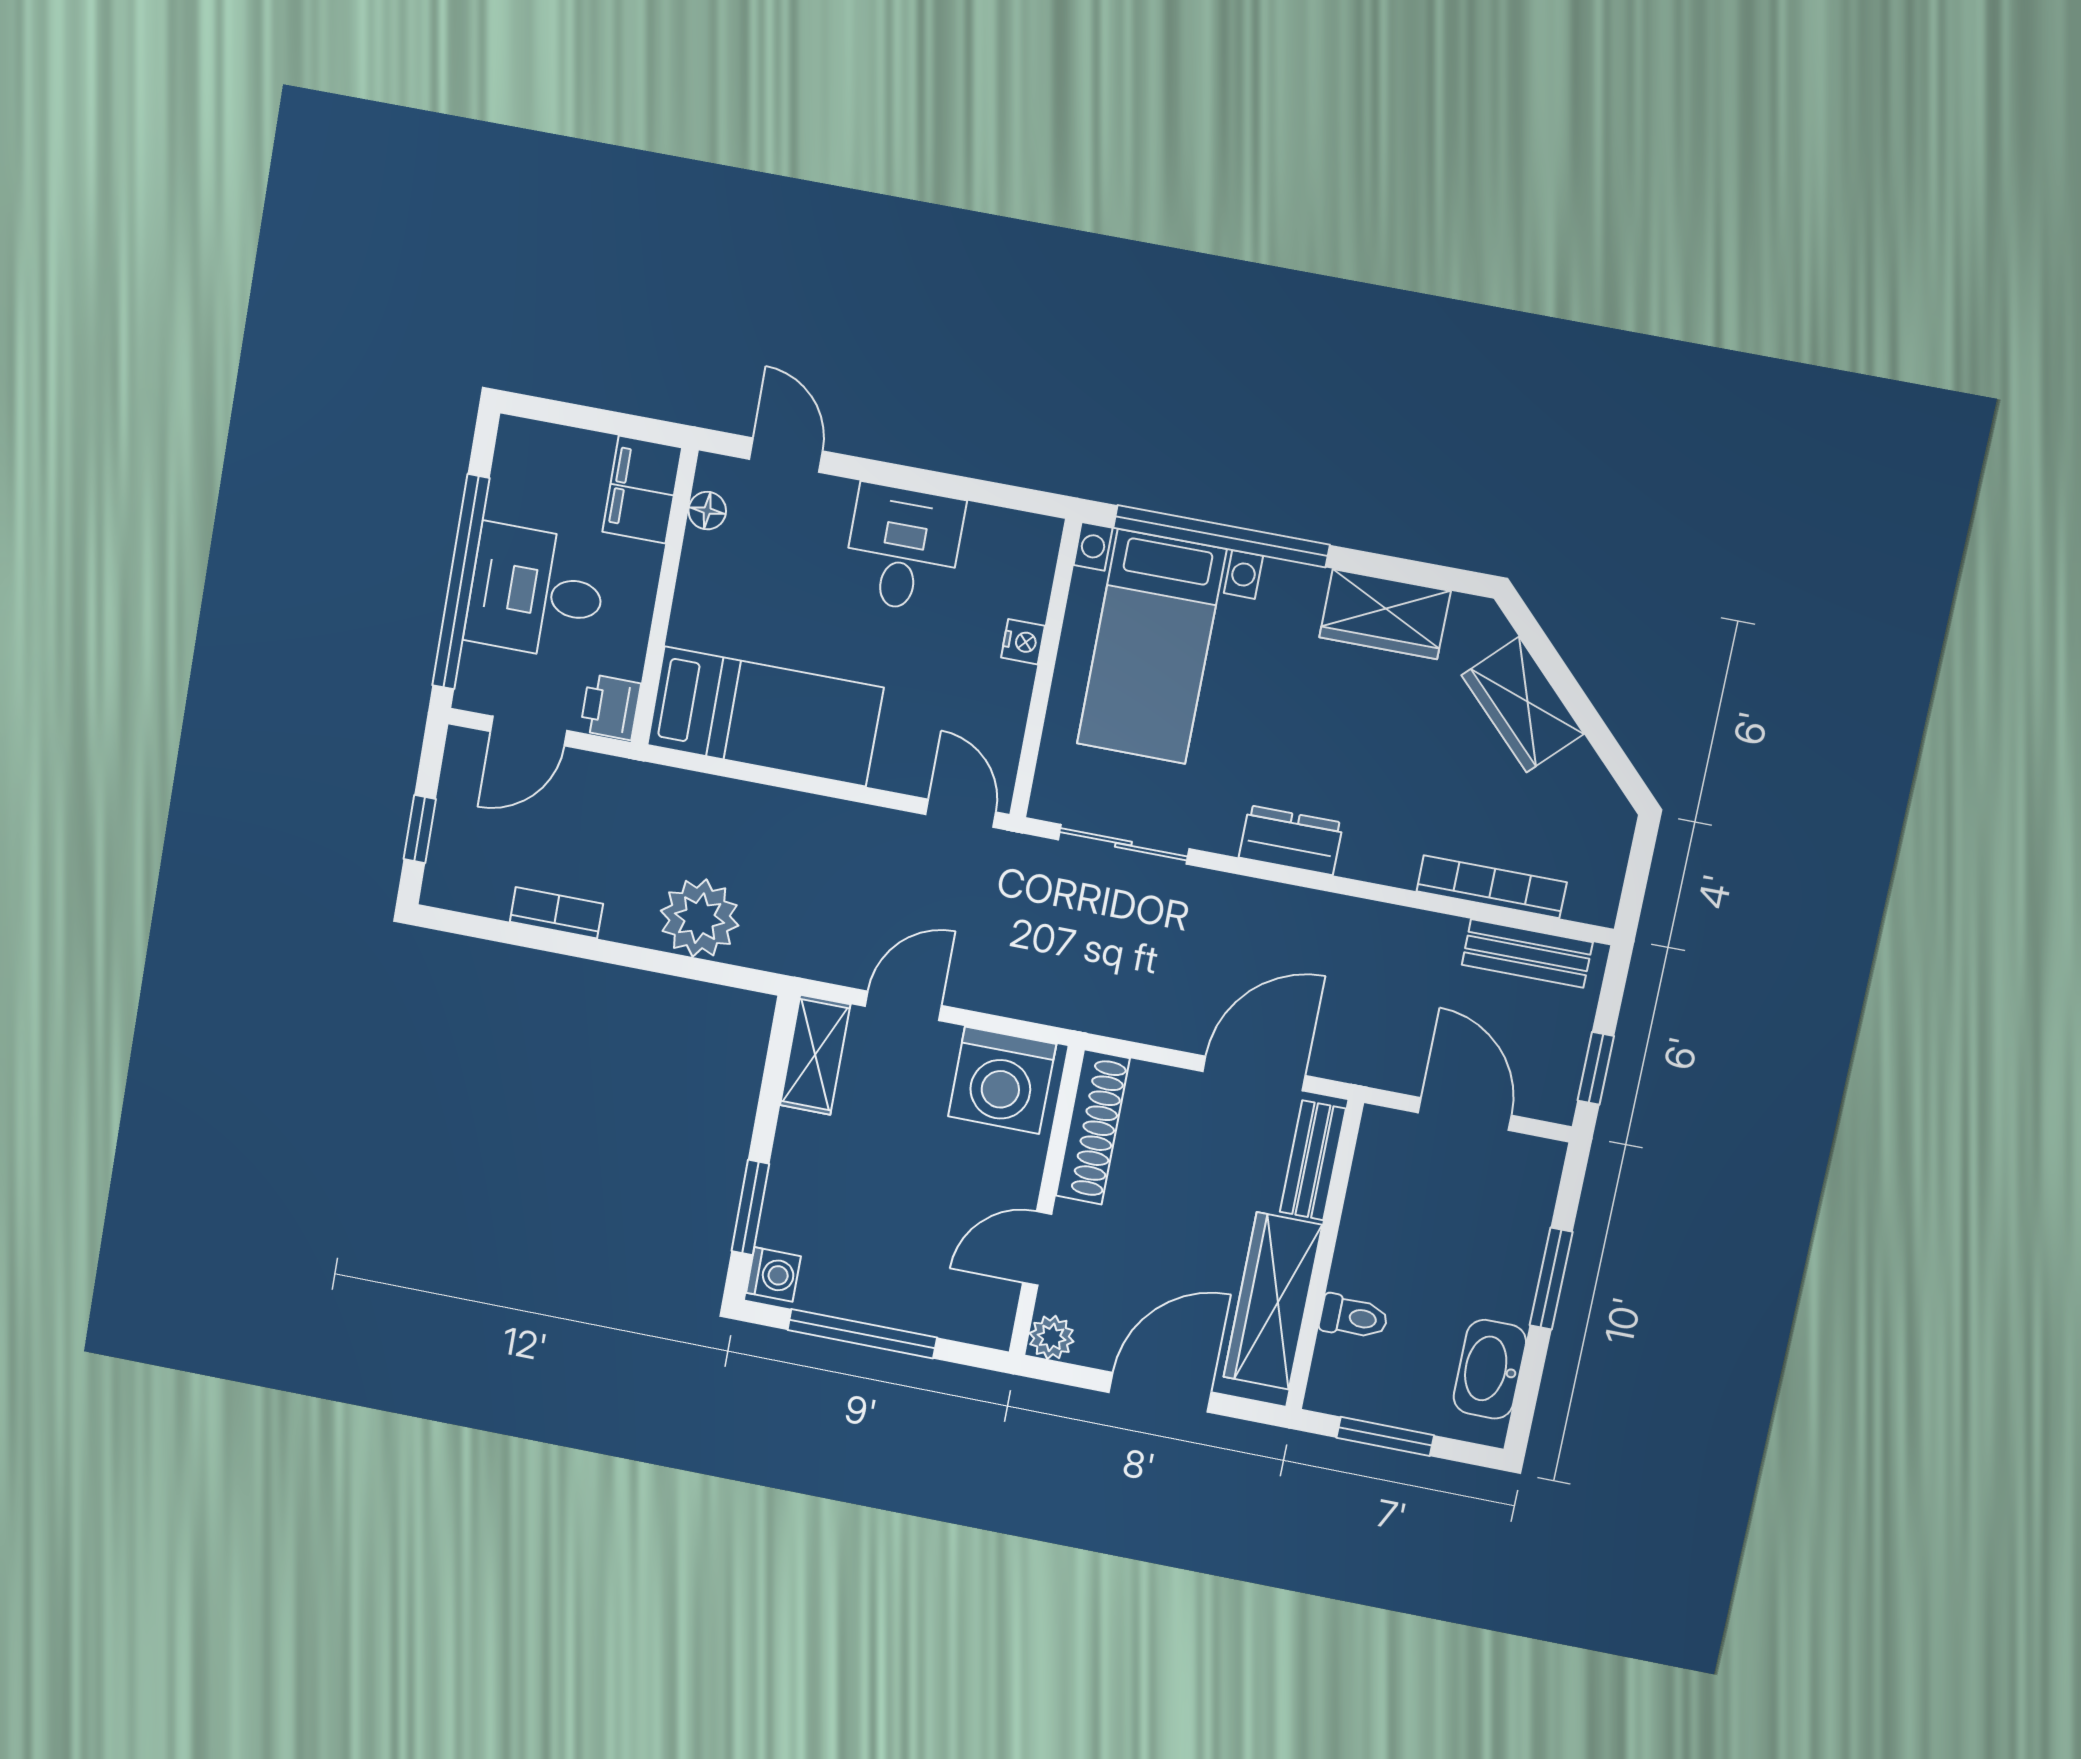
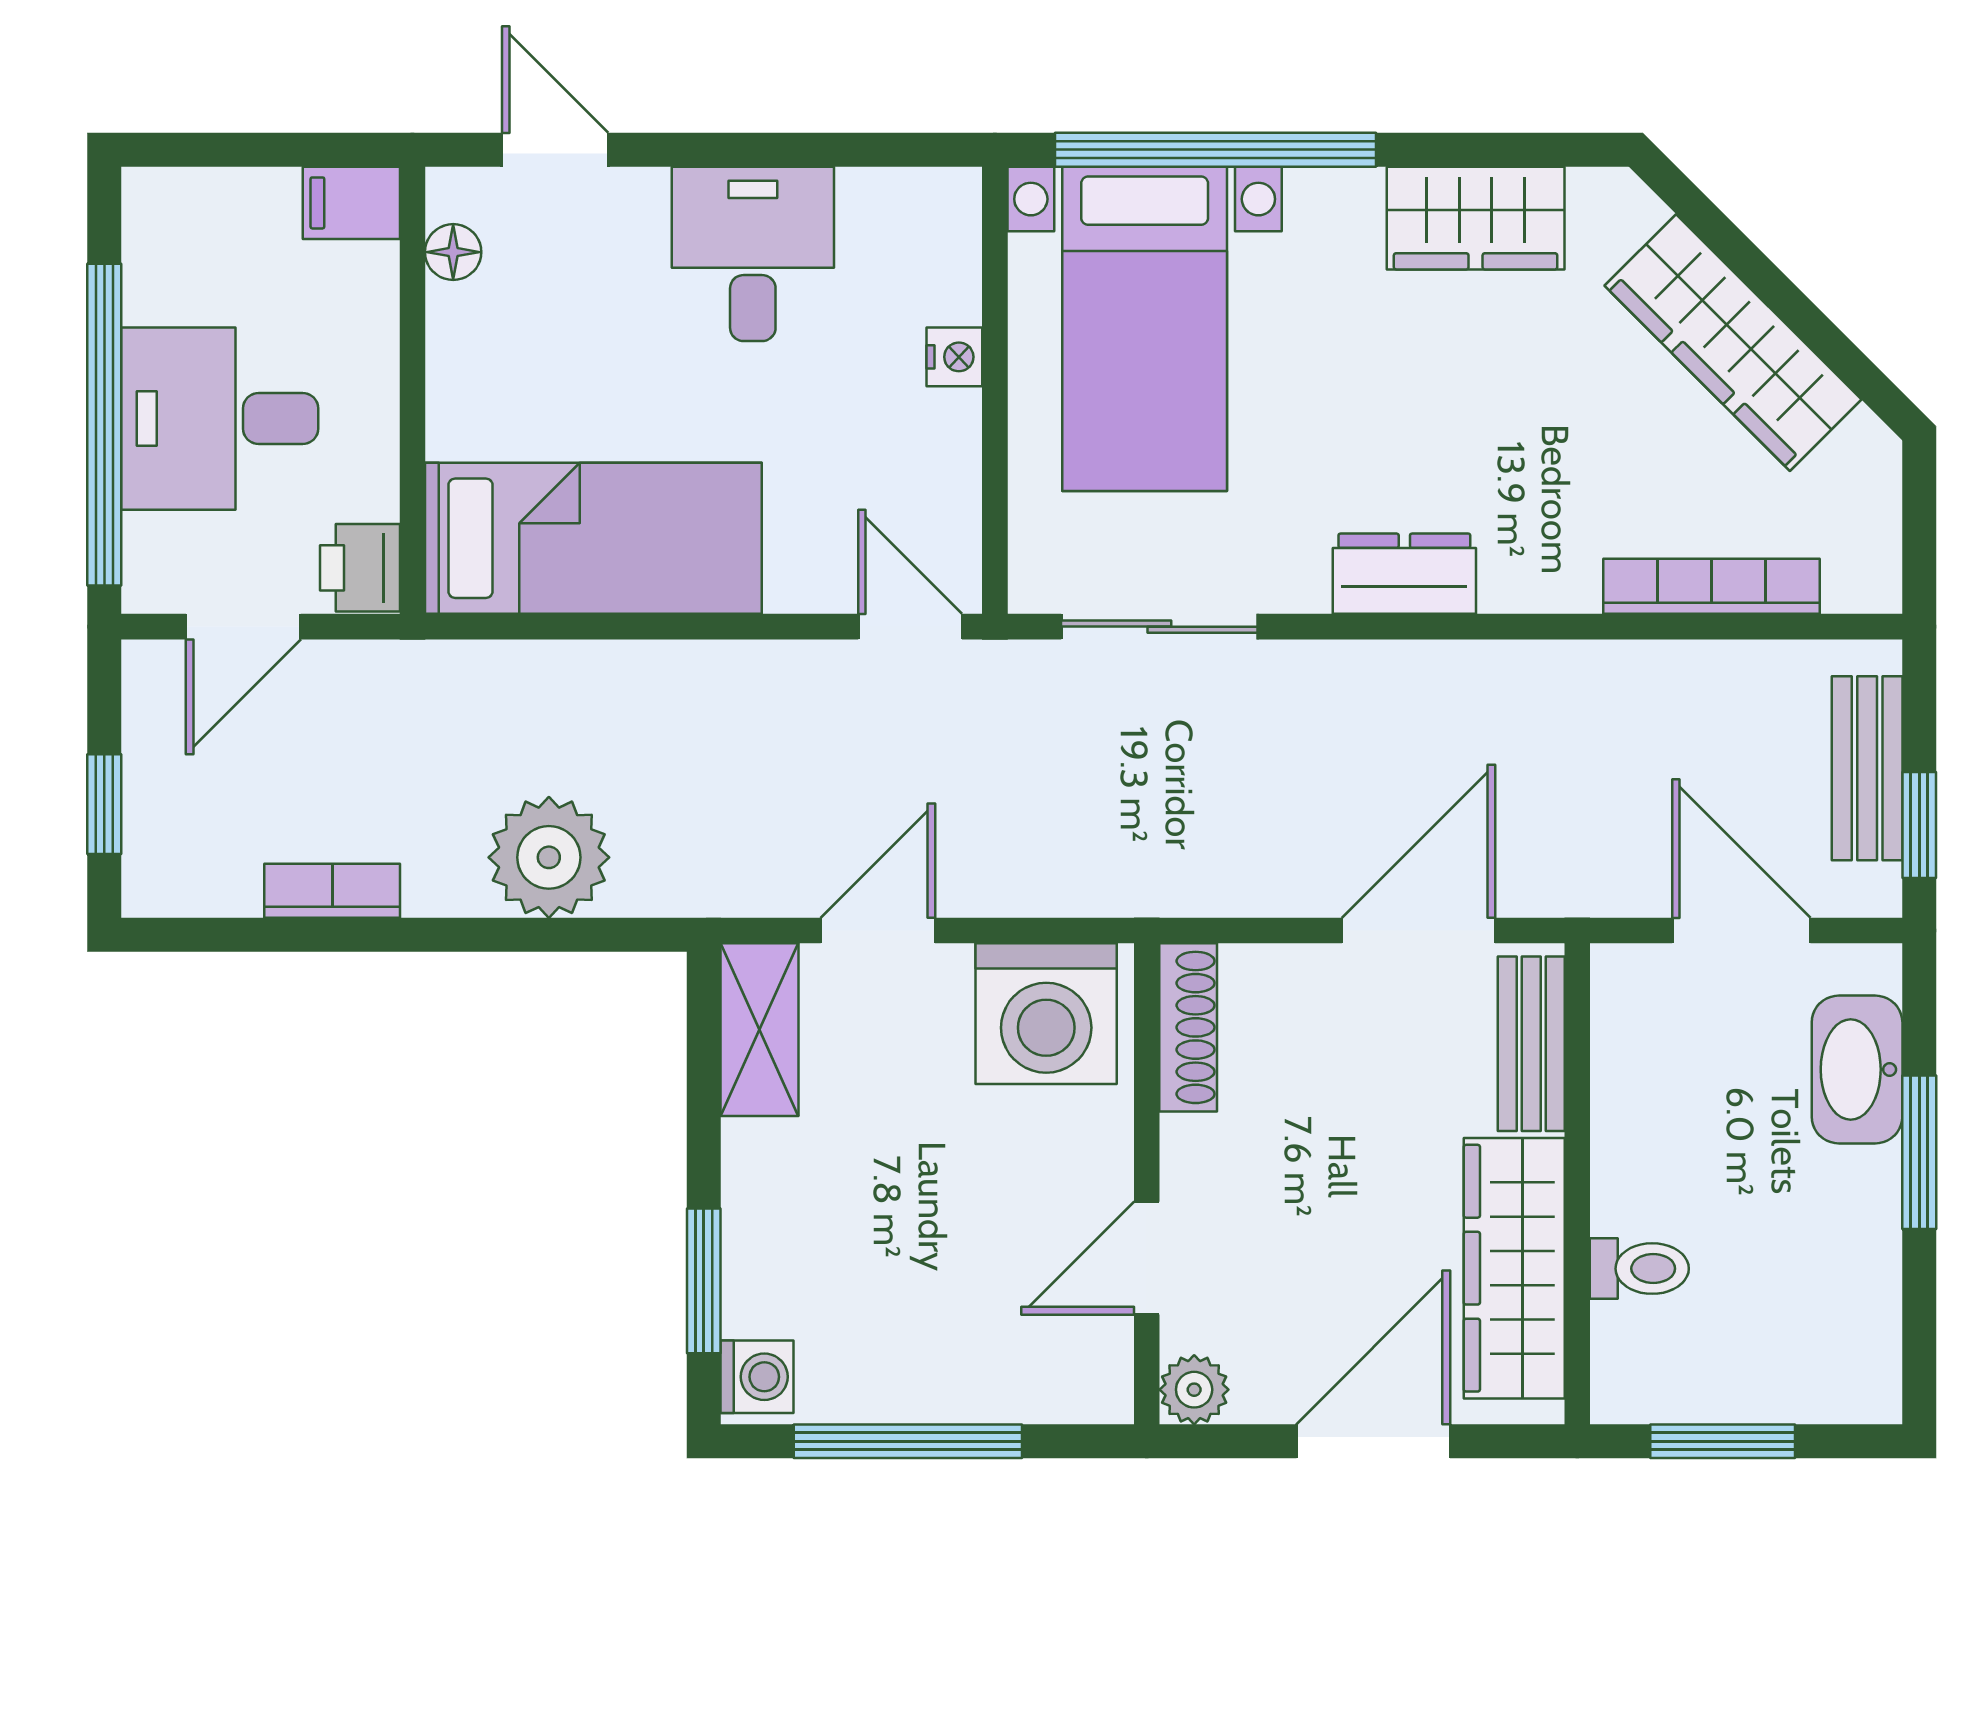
filing cabinet: (642, 490) -> (351, 203), width x0.50
wardrobe: (1523, 705) -> (1733, 343), width x1.50
bench: (1527, 953) -> (1867, 768), moved, turned 90
shoe rack: (1093, 1127) -> (1188, 1027), width x0.74, depth x0.81
washbasin: (1490, 1369) -> (1857, 1069), moved

